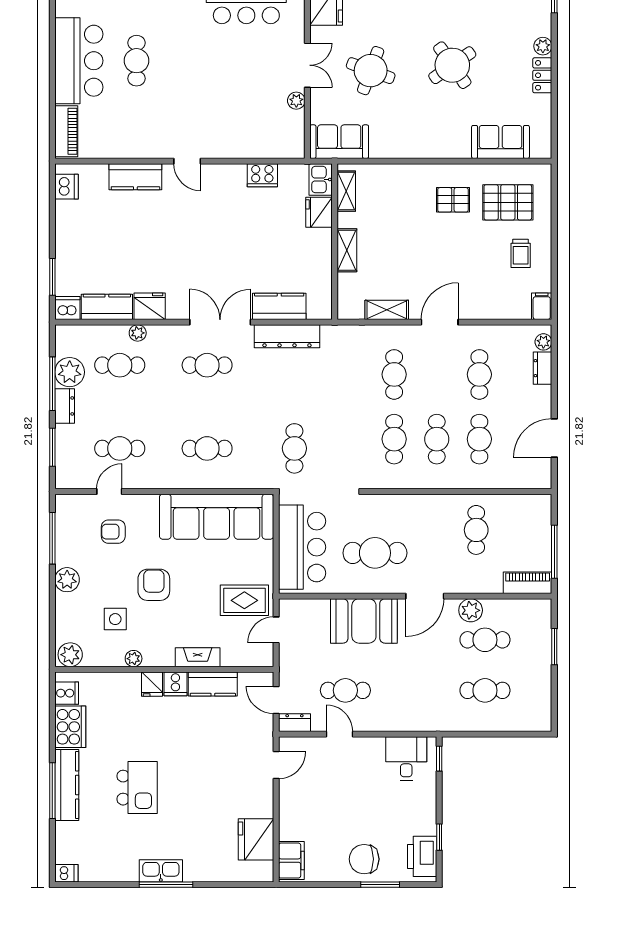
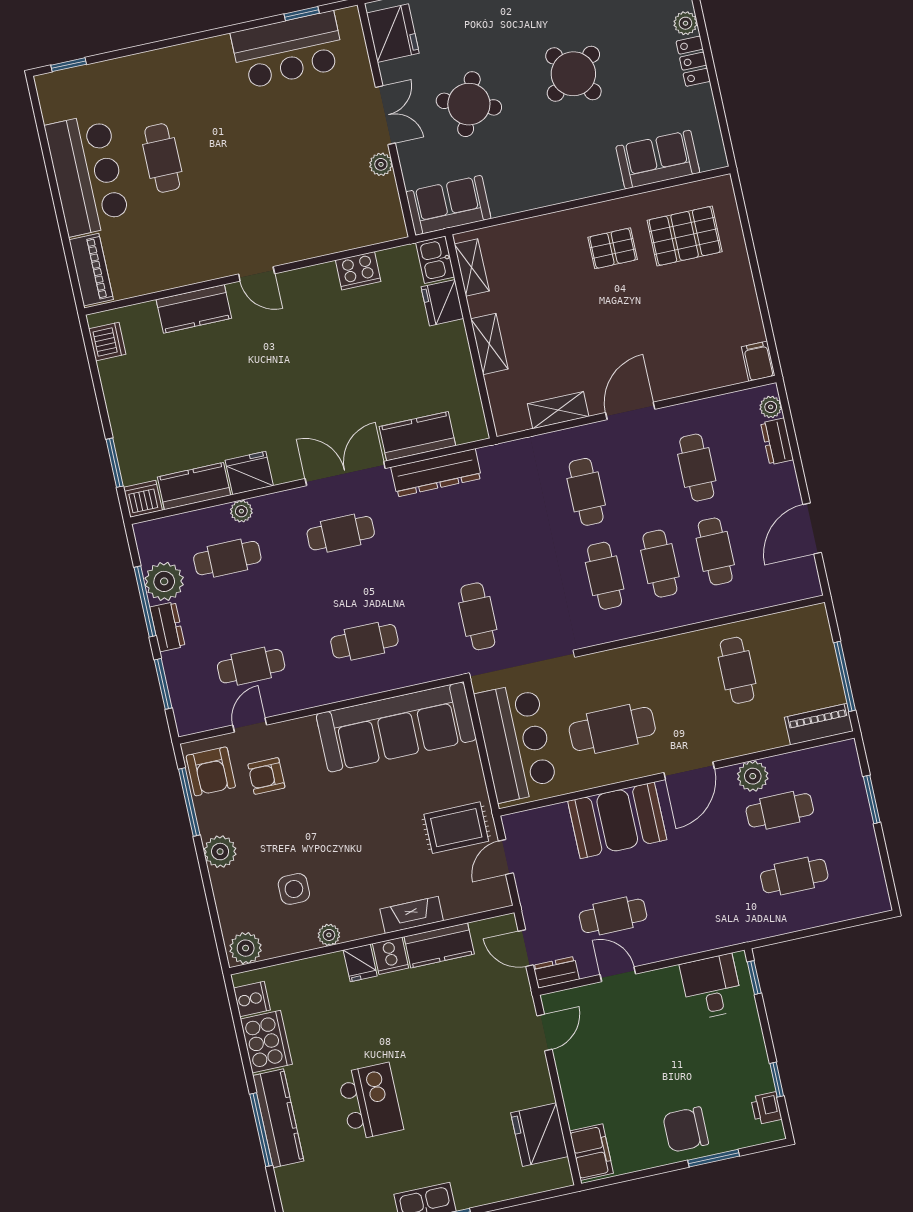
trolley: (521, 253) -> (716, 299), removed
armchair: (154, 585) -> (211, 771), moved, turned 180
printer: (422, 856) -> (766, 1108), width x0.53, depth x0.68

